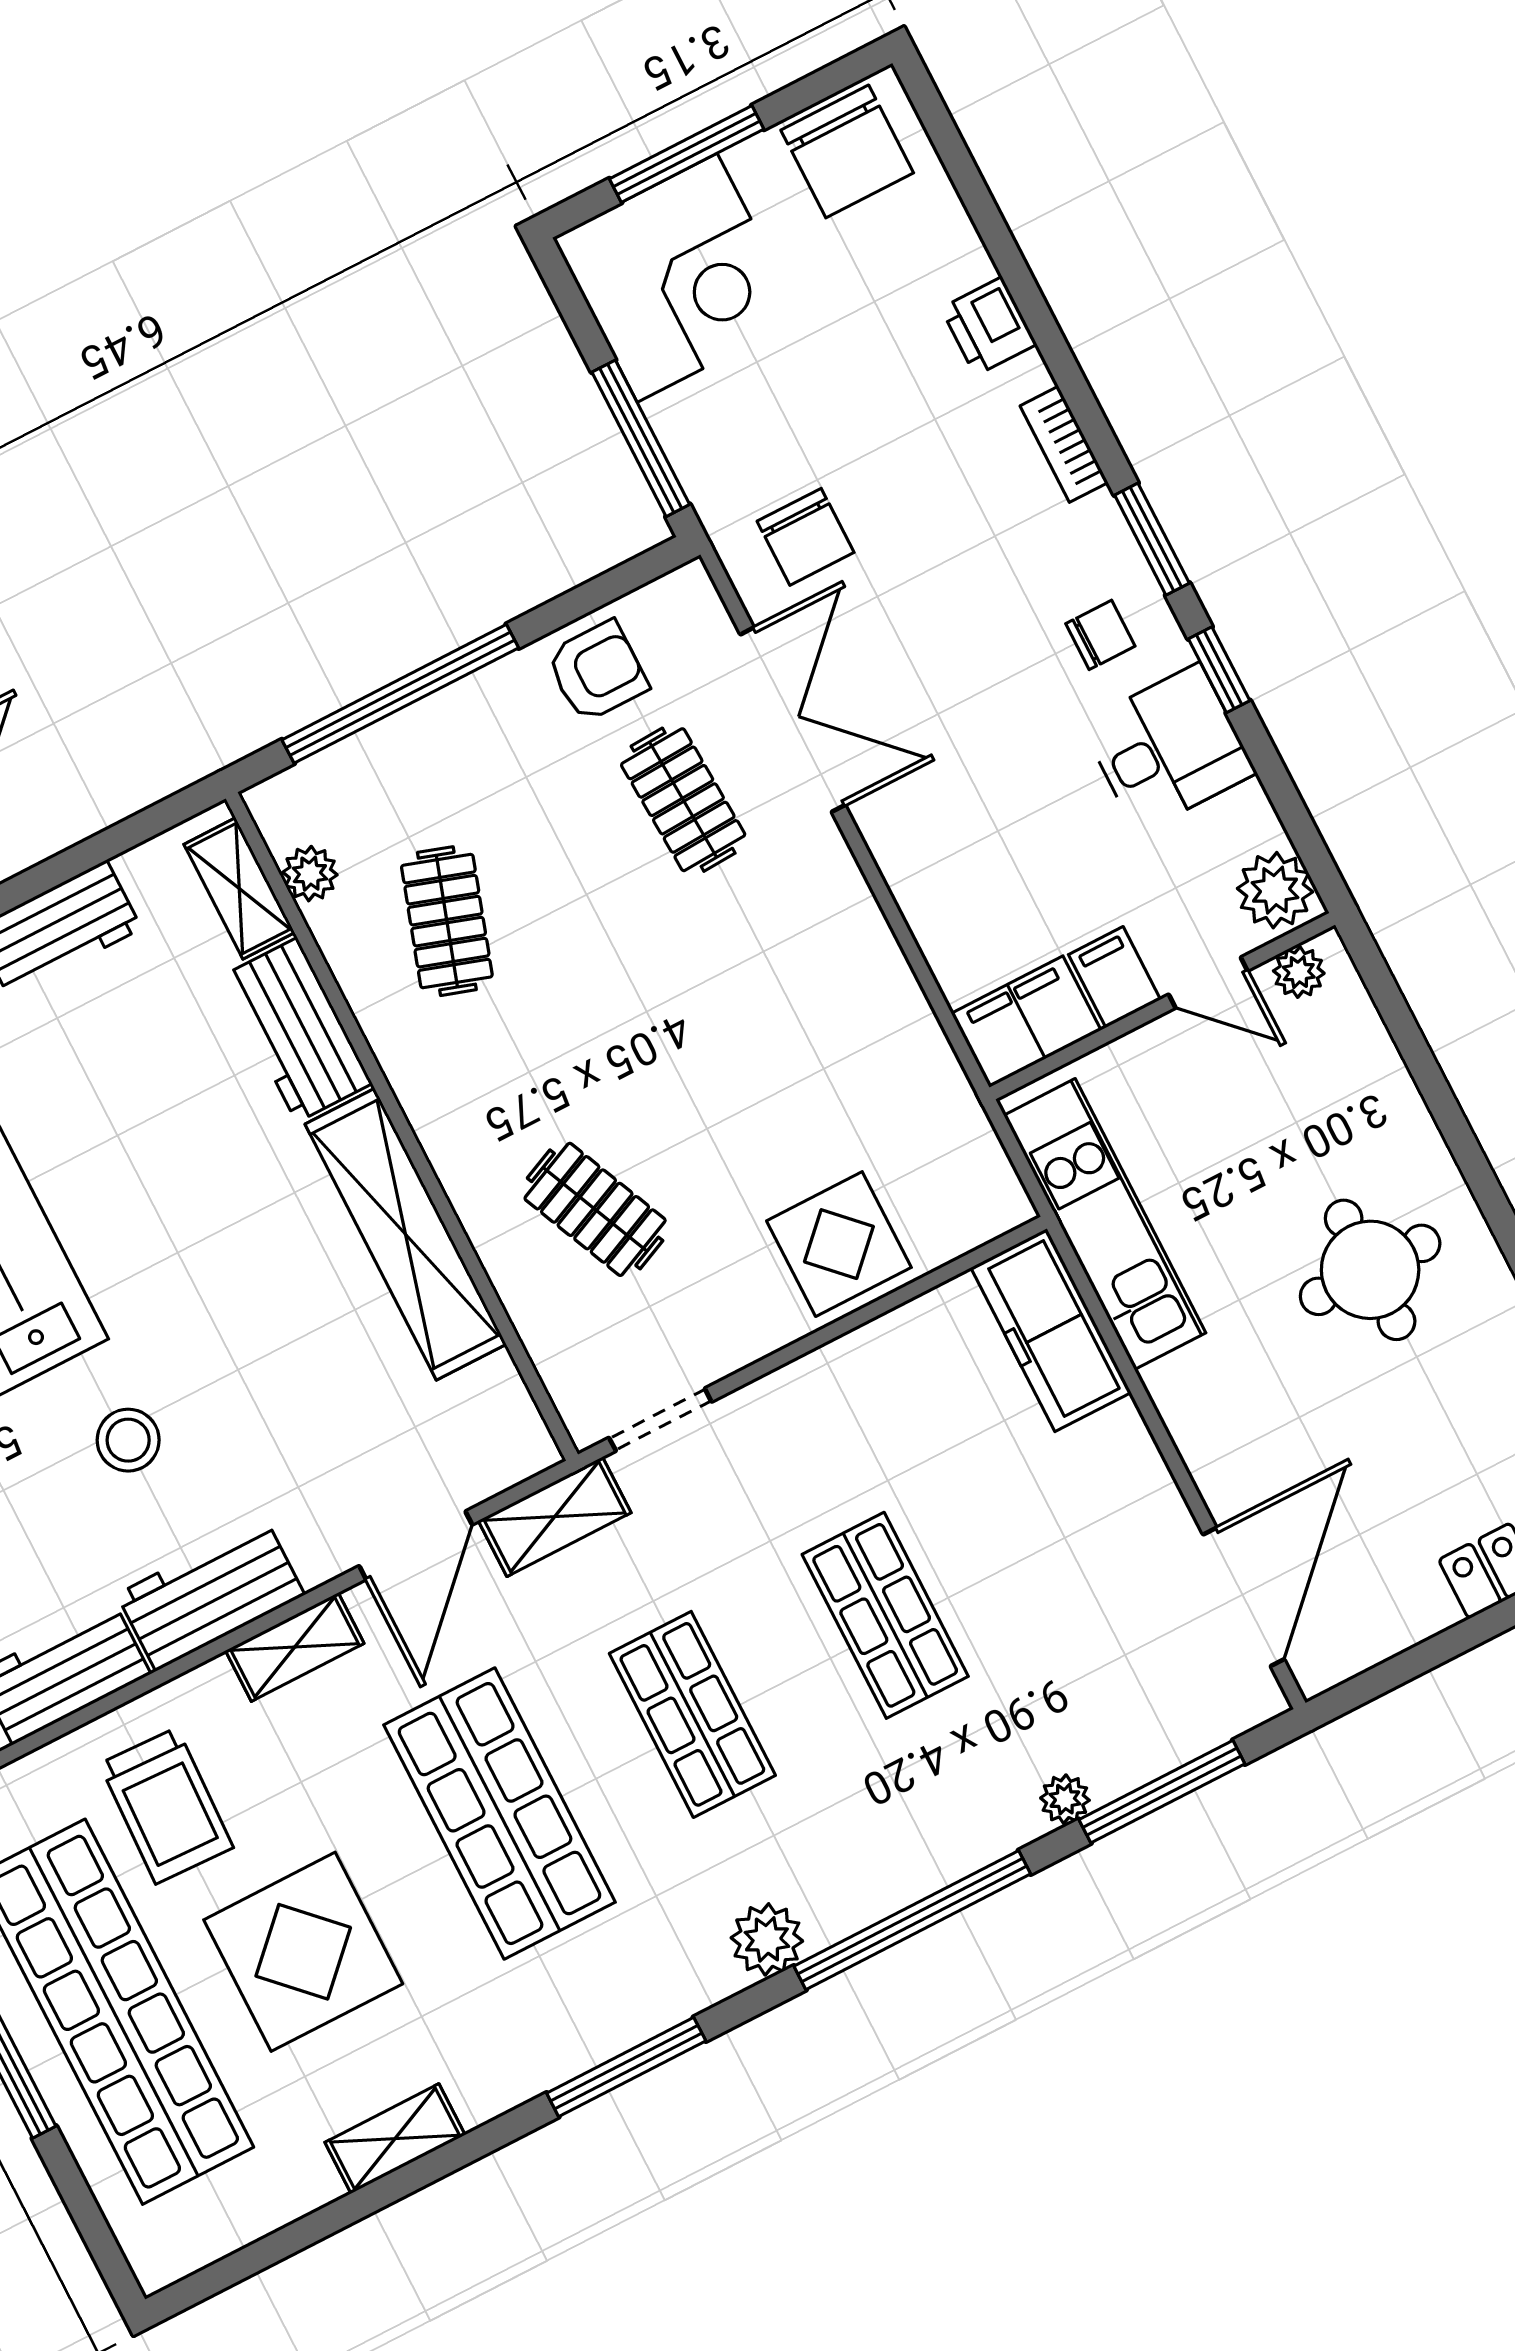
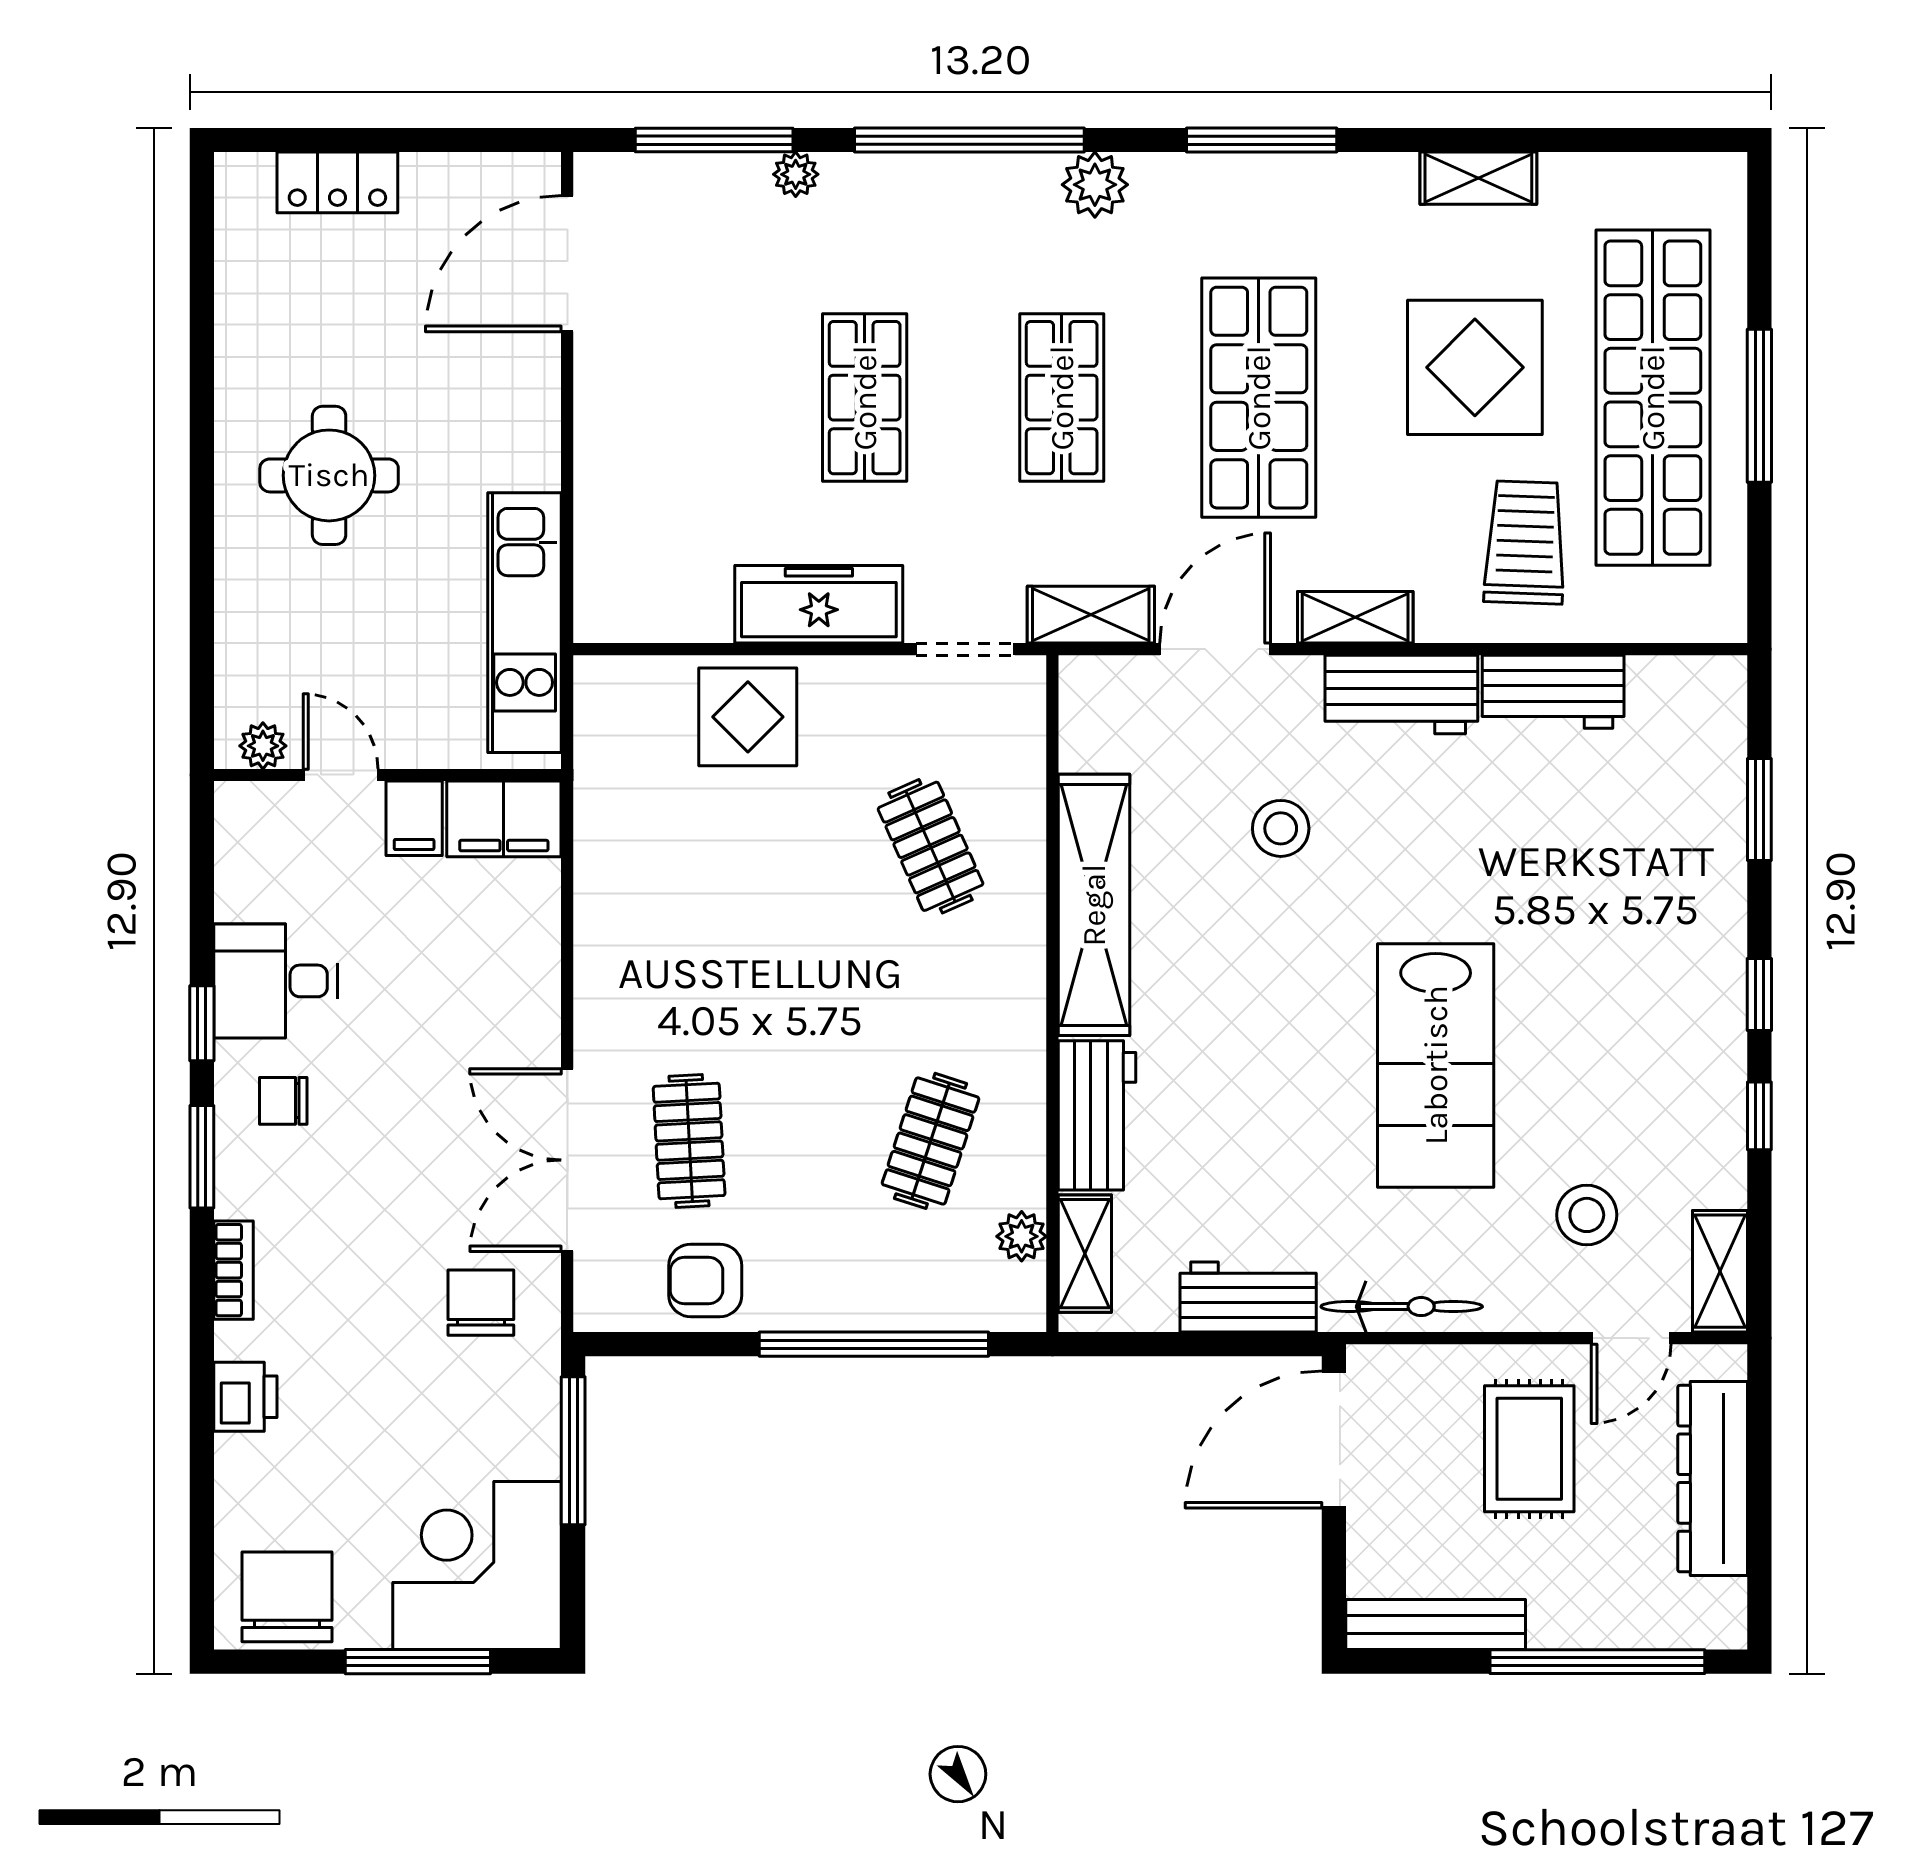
plant: (1275, 890) -> (248, 822), removed
freezer: (1051, 1330) -> (819, 604), moved, turned -90
stool: (128, 1440) -> (1281, 828), moved

